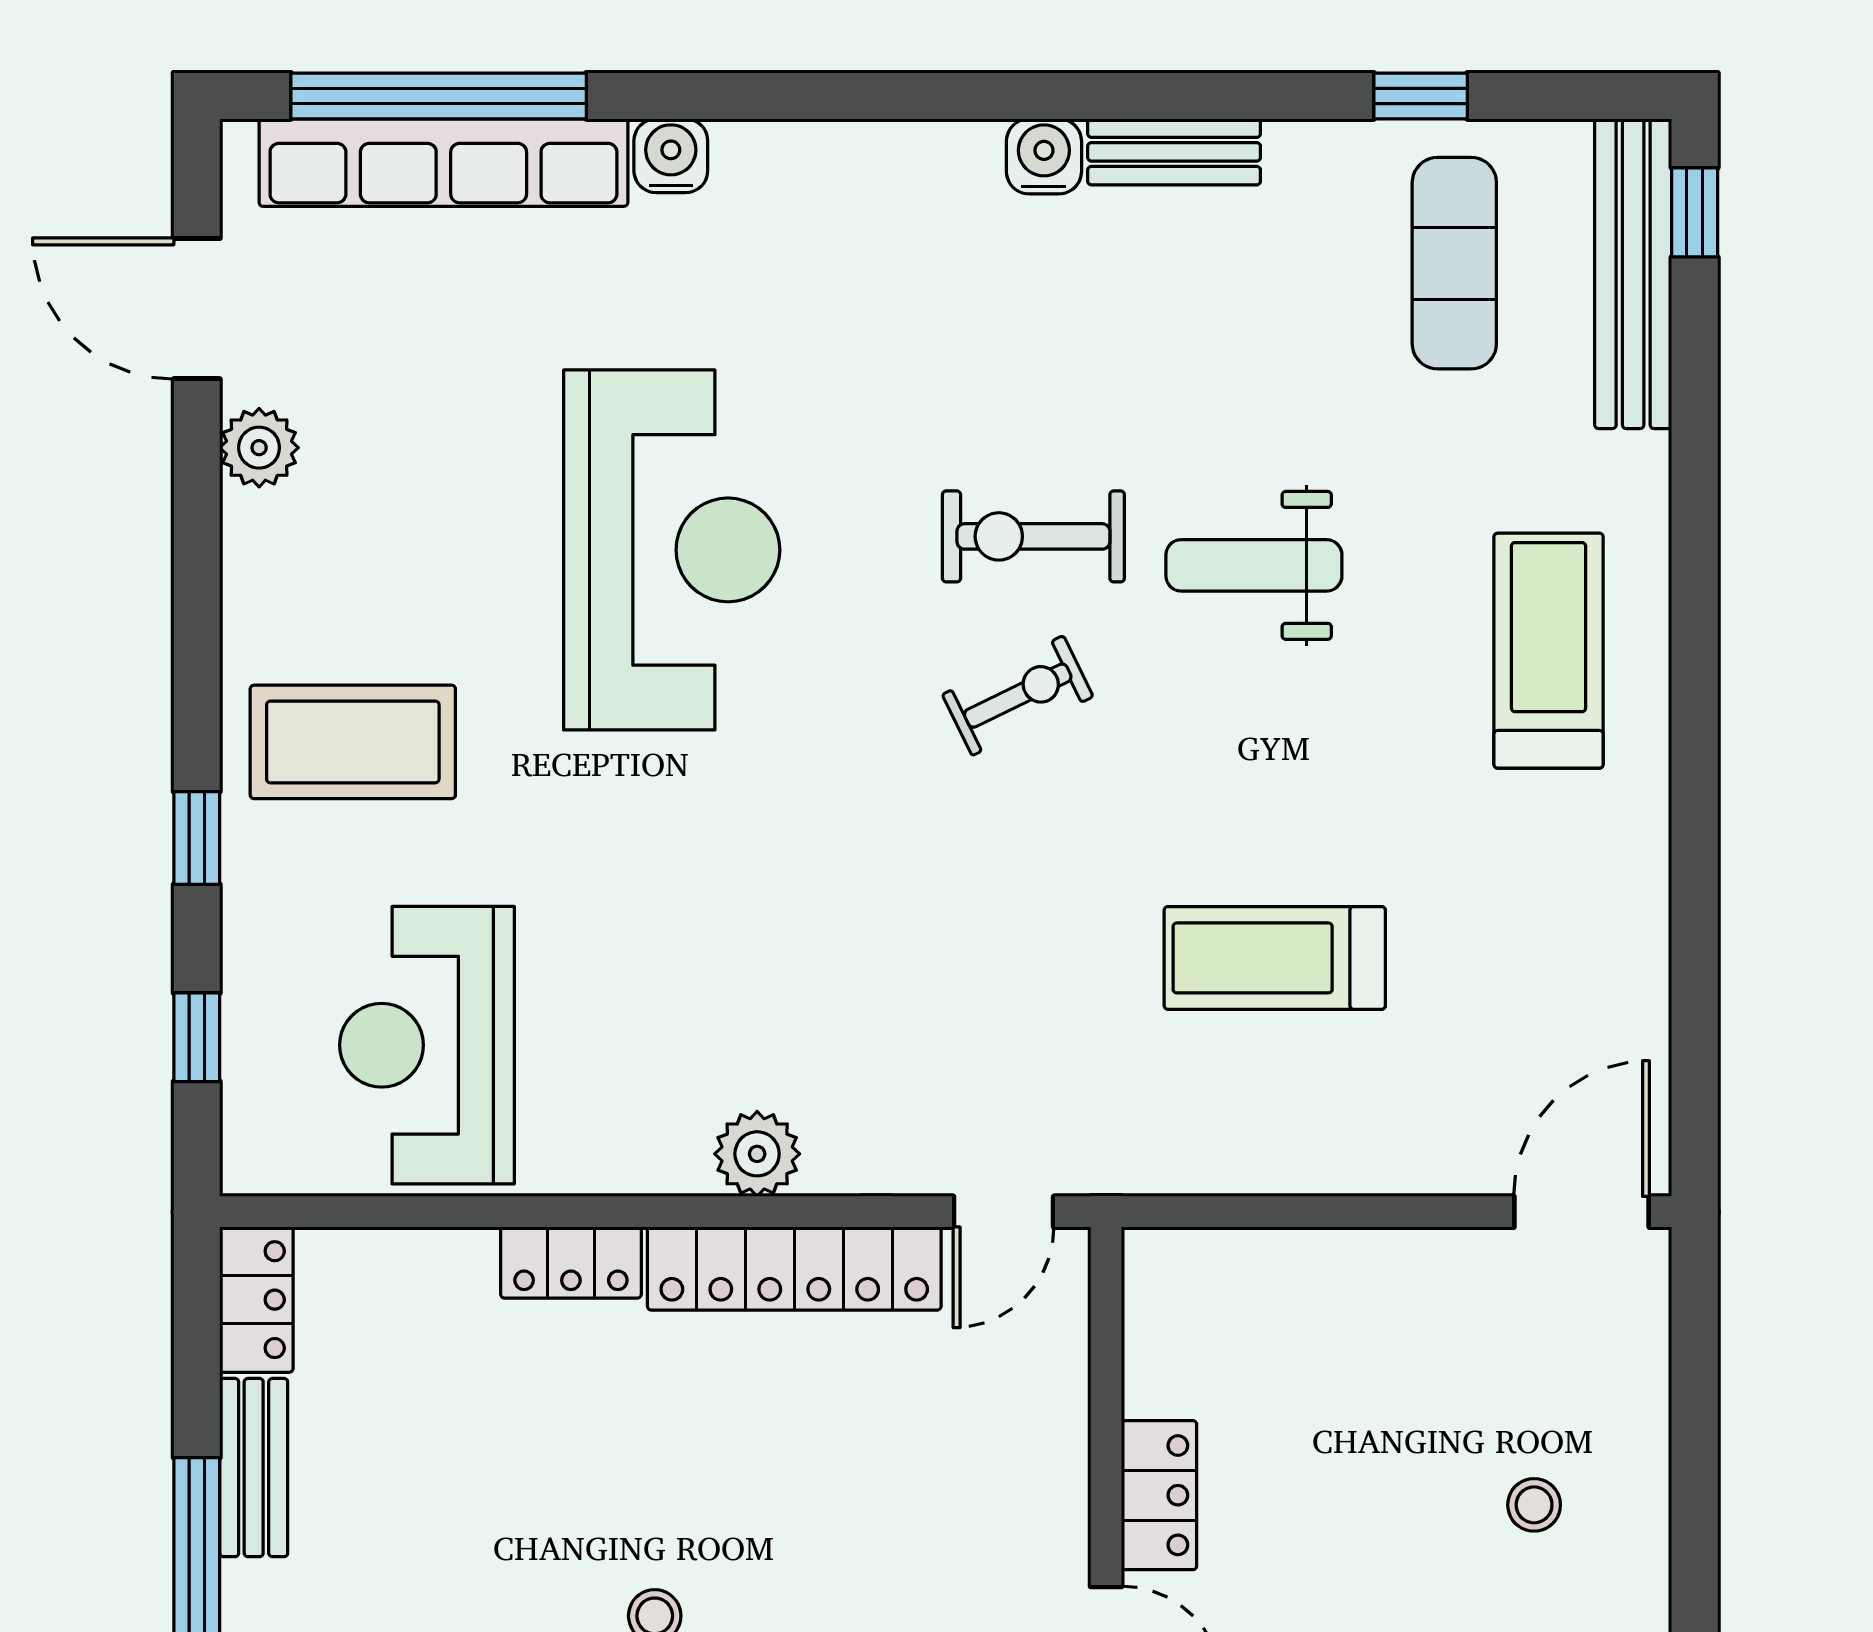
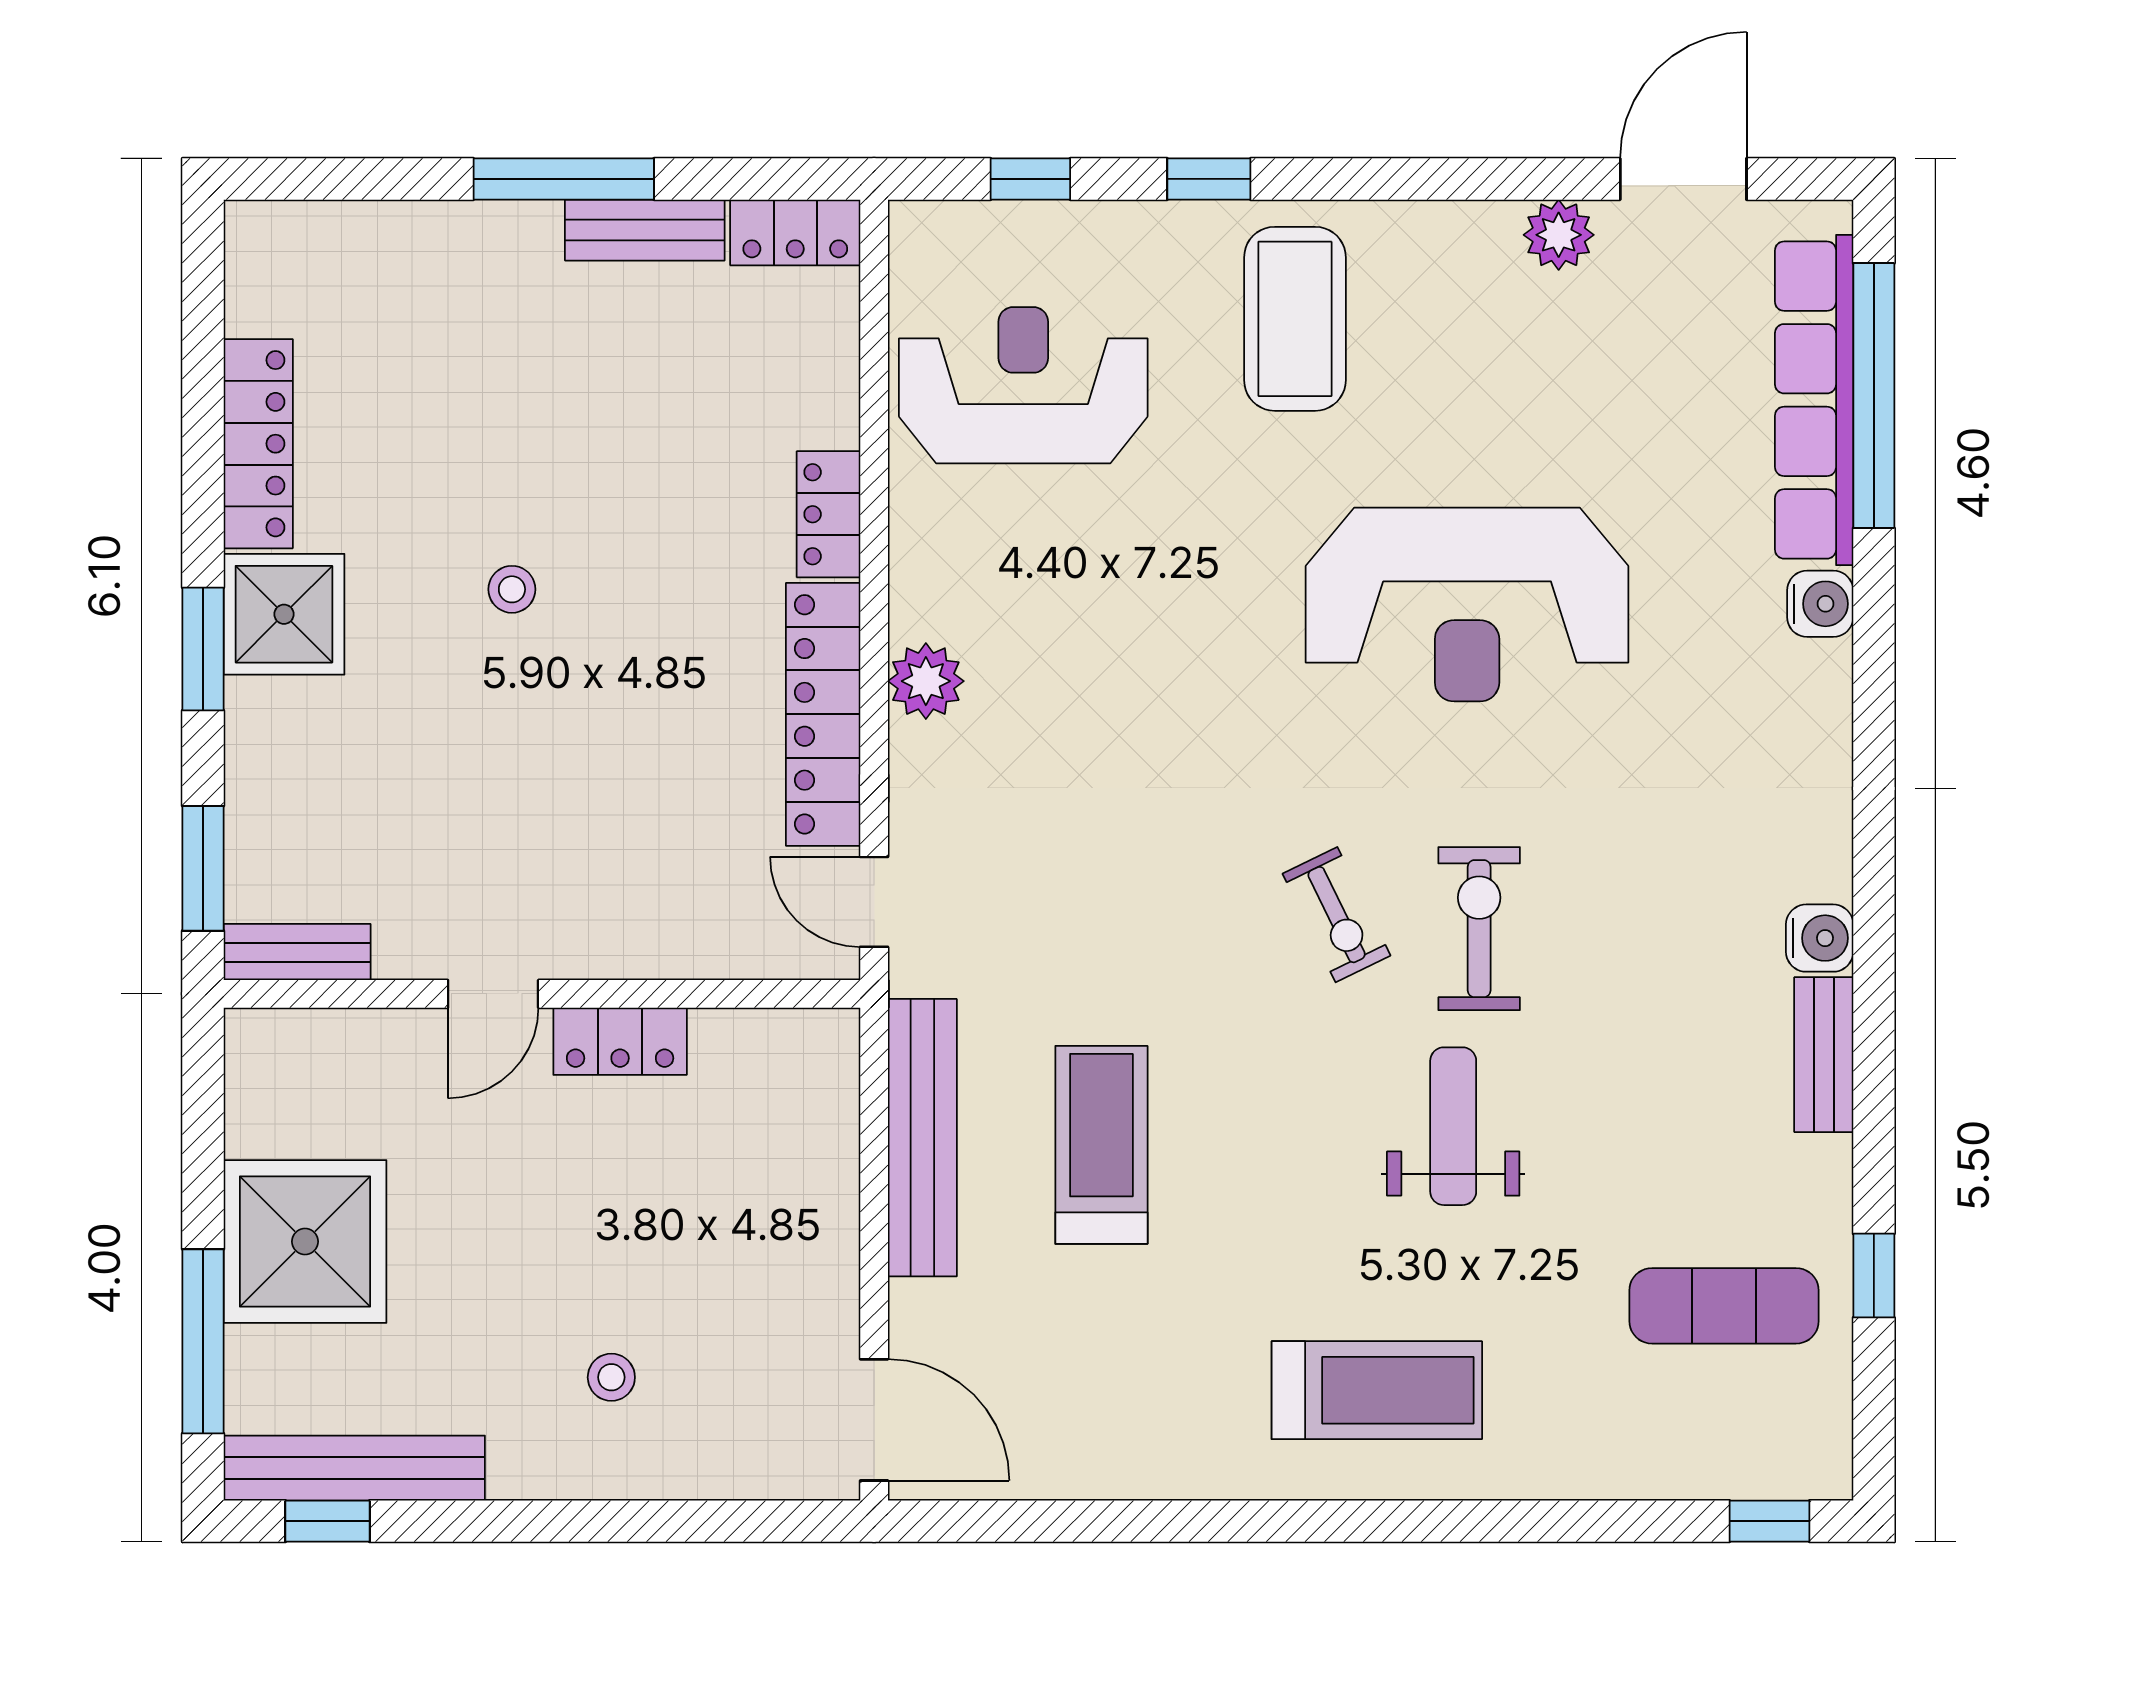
bench: (1633, 274) -> (922, 1138), moved, turned 90

